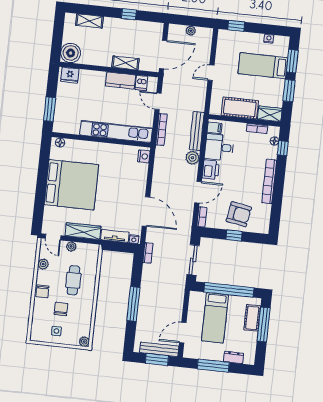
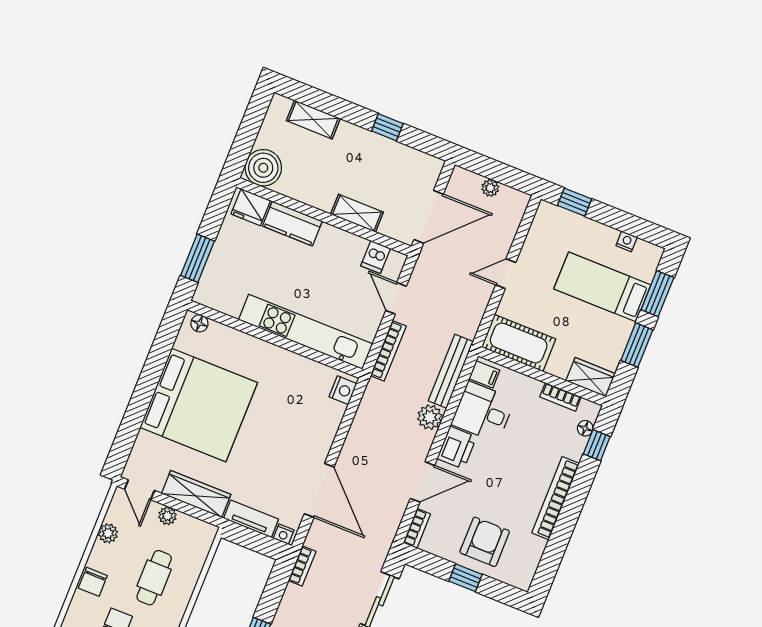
kitchen counter: (120, 80) -> (292, 224), moved
cot: (240, 108) -> (519, 343), moved
armchair: (239, 214) -> (485, 542), turned -100

